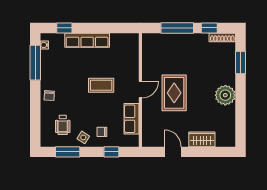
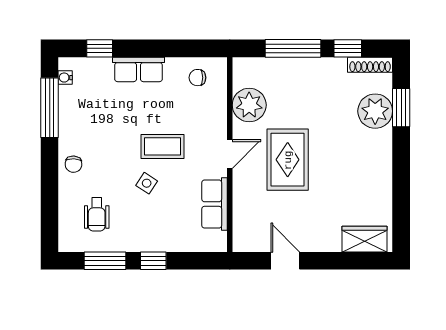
row of seats: (87, 40) -> (138, 69), width x0.68
plant: (152, 61) -> (249, 105), added
plant: (225, 95) -> (375, 111), moved
chair: (102, 132) -> (197, 78), moved
side table: (83, 137) -> (147, 183), moved
wardrobe: (202, 139) -> (364, 239), moved
window: (111, 152) -> (153, 261), moved

